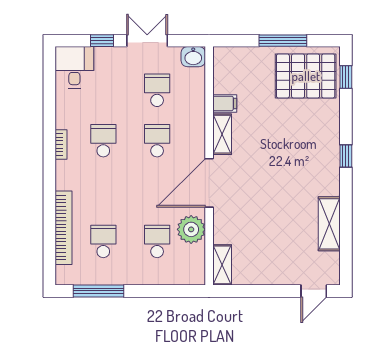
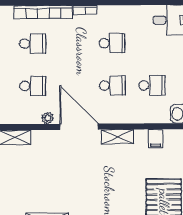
filing cabinet: (225, 103) -> (156, 139), moved
bookcase: (61, 145) -> (85, 10), moved
plant: (191, 229) -> (48, 118), width x0.53, depth x0.53

